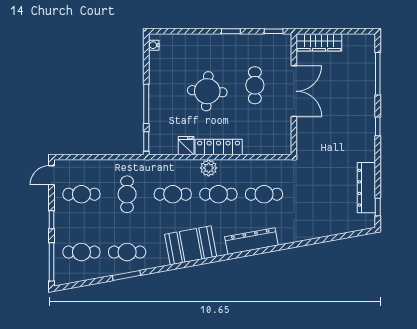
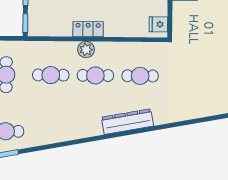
fridge: (186, 146) -> (158, 24), moved, turned -90
locker: (219, 147) -> (88, 29), width x0.66
booth: (191, 245) -> (68, 125), removed

